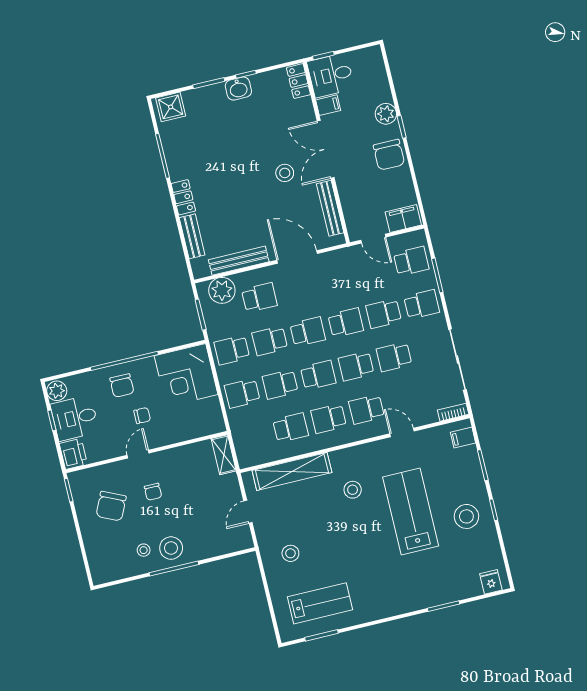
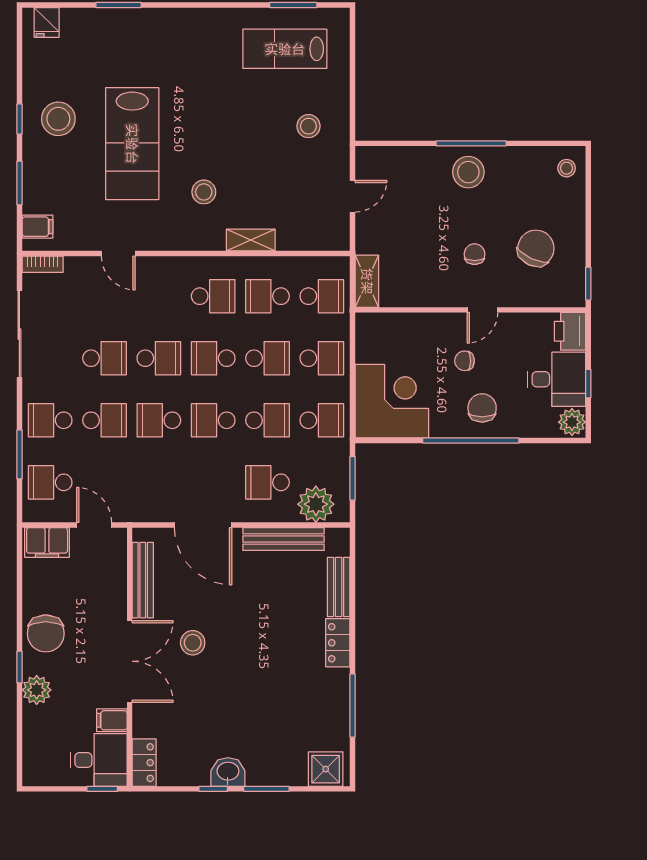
chair: (389, 155) -> (46, 633), turned 180
school desk: (367, 409) -> (322, 296), moved
shelving: (292, 472) -> (251, 240), width x0.45, depth x0.75
stool: (144, 550) -> (567, 168), moved

